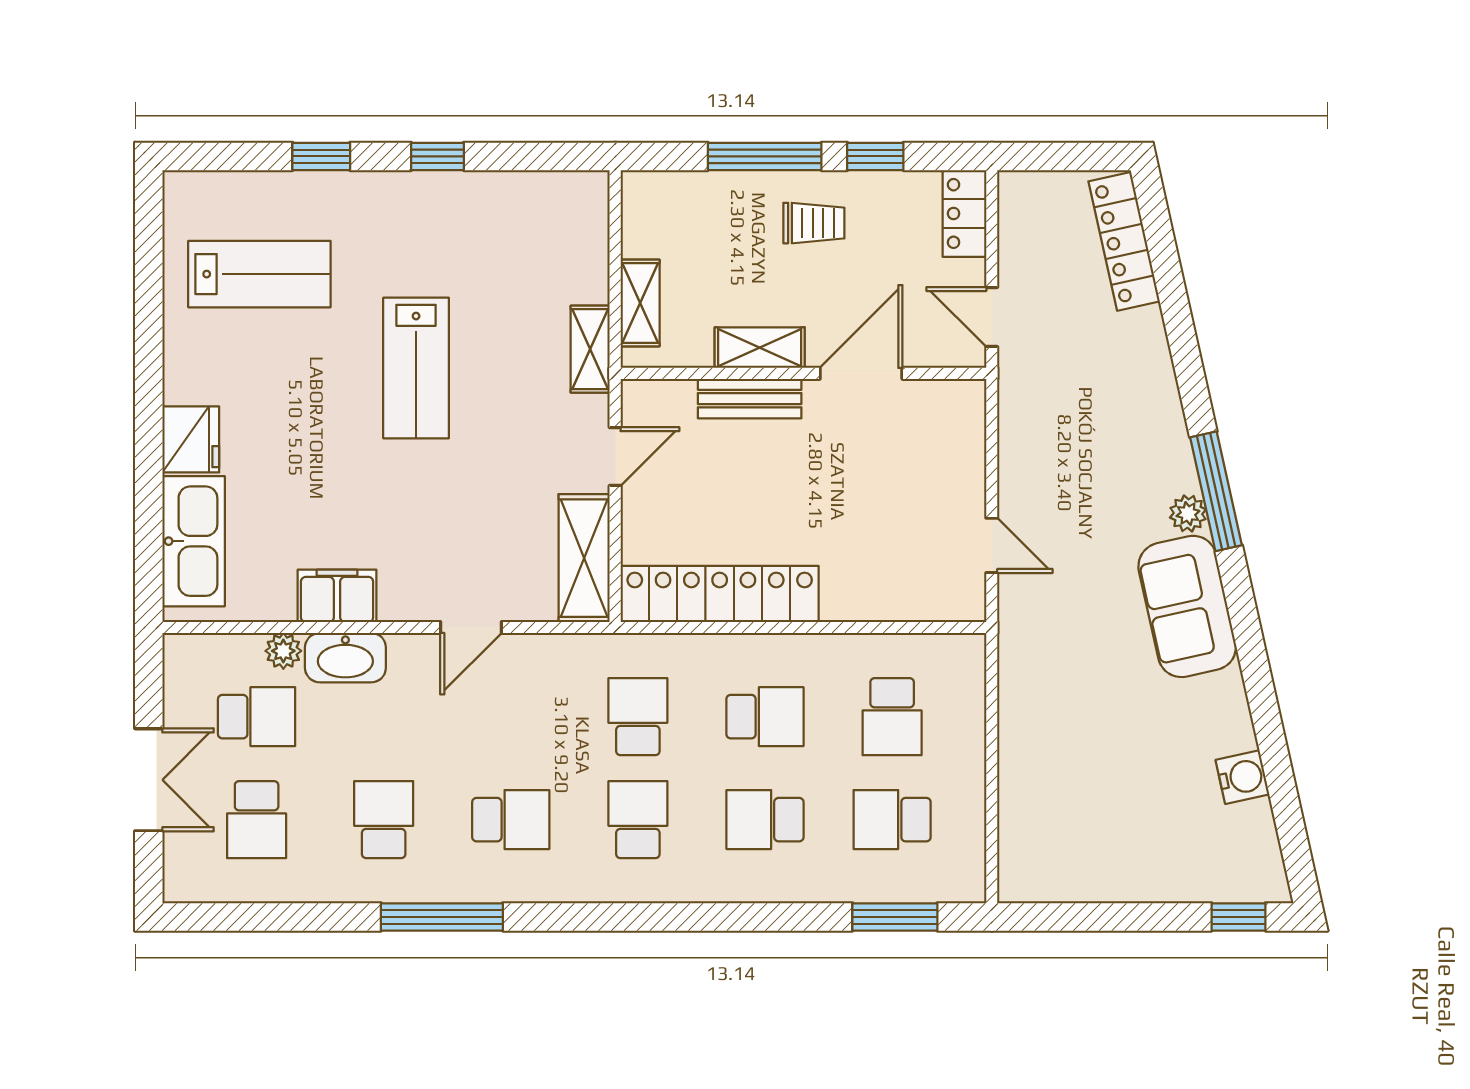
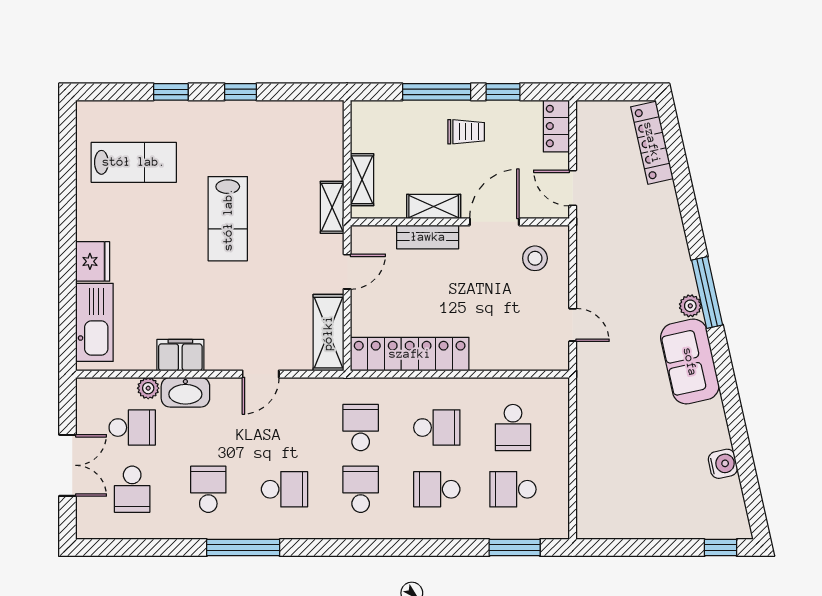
stool: (929, 434) -> (535, 258), added

